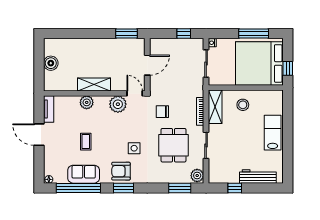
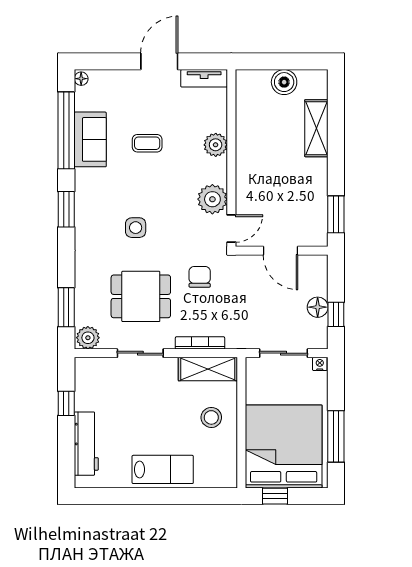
floor lamp: (180, 44) -> (318, 307), added
shelving: (94, 85) -> (316, 128), moved
armchair: (121, 171) -> (96, 205), removed

